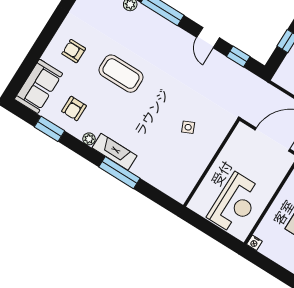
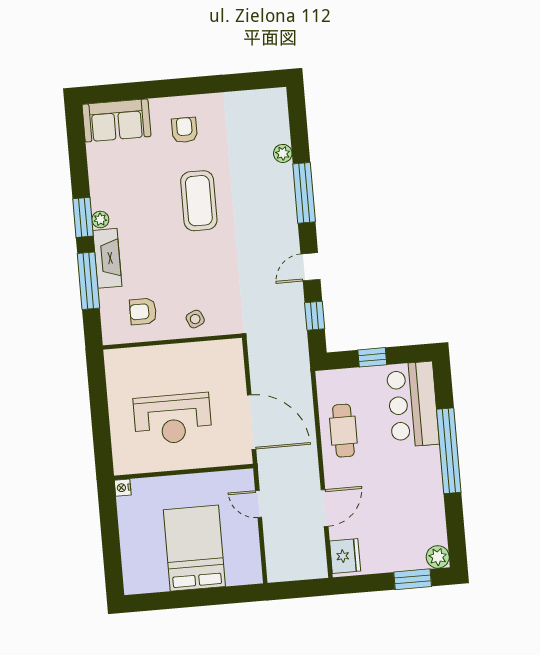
armchair: (74, 109) -> (143, 312), moved
window: (50, 129) -> (83, 217), moved
wall: (211, 163) -> (172, 342), moved
reception desk: (235, 203) -> (173, 419), moved

